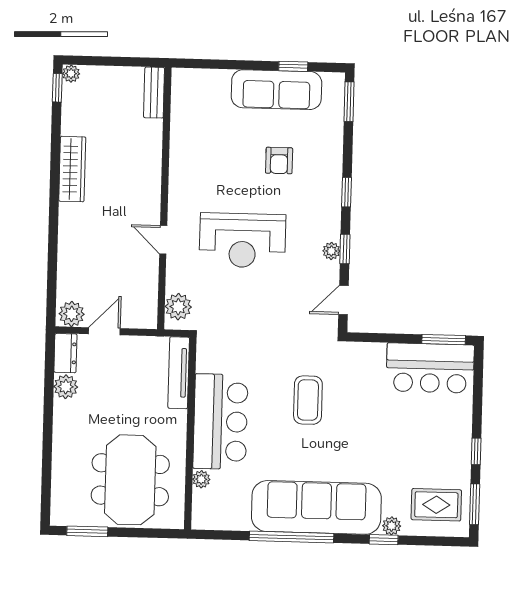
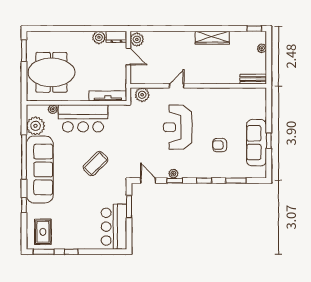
window: (293, 66) -> (269, 141), moved
plant: (71, 74) -> (262, 48), moved
window: (349, 102) -> (236, 181), moved
window: (444, 340) -> (129, 207), moved
coffee table: (308, 400) -> (95, 164), turned -45
plant: (392, 526) -> (36, 126), moved, width x1.87, depth x1.87

